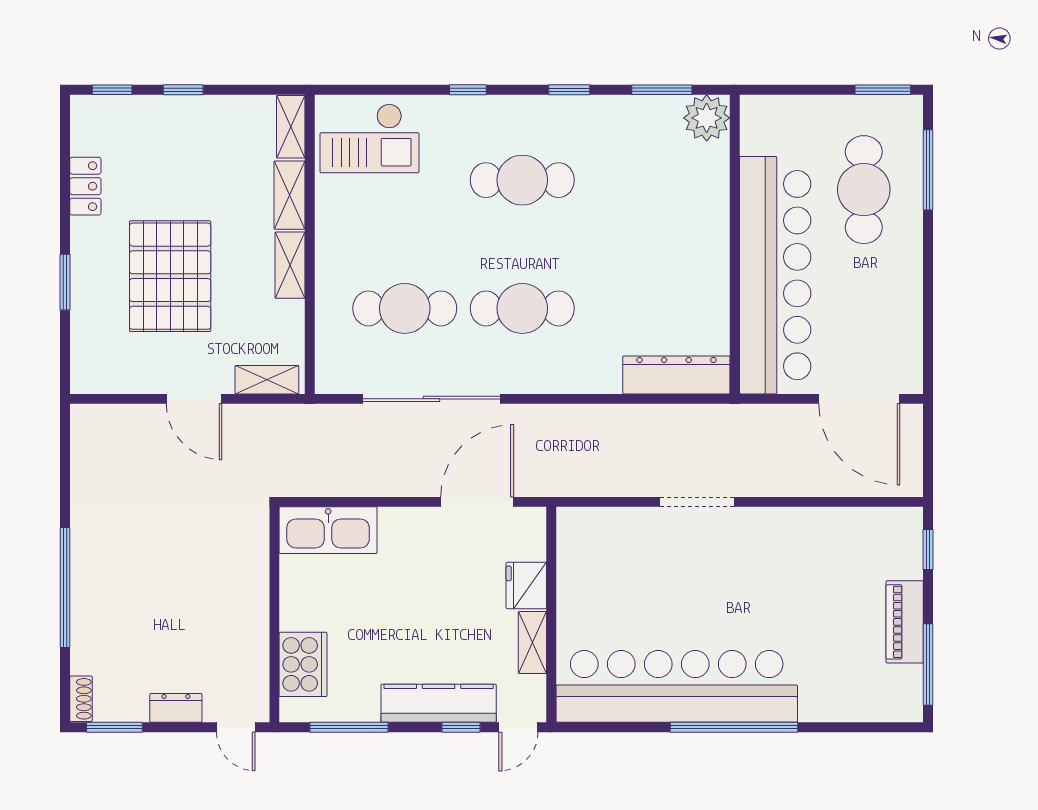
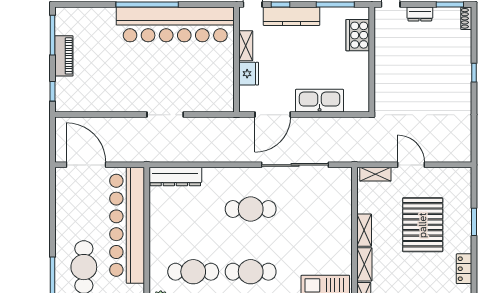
cafe table: (405, 308) -> (193, 272), moved
kitchen sink: (328, 530) -> (320, 101), moved
window: (65, 588) -> (474, 73), width x0.32

